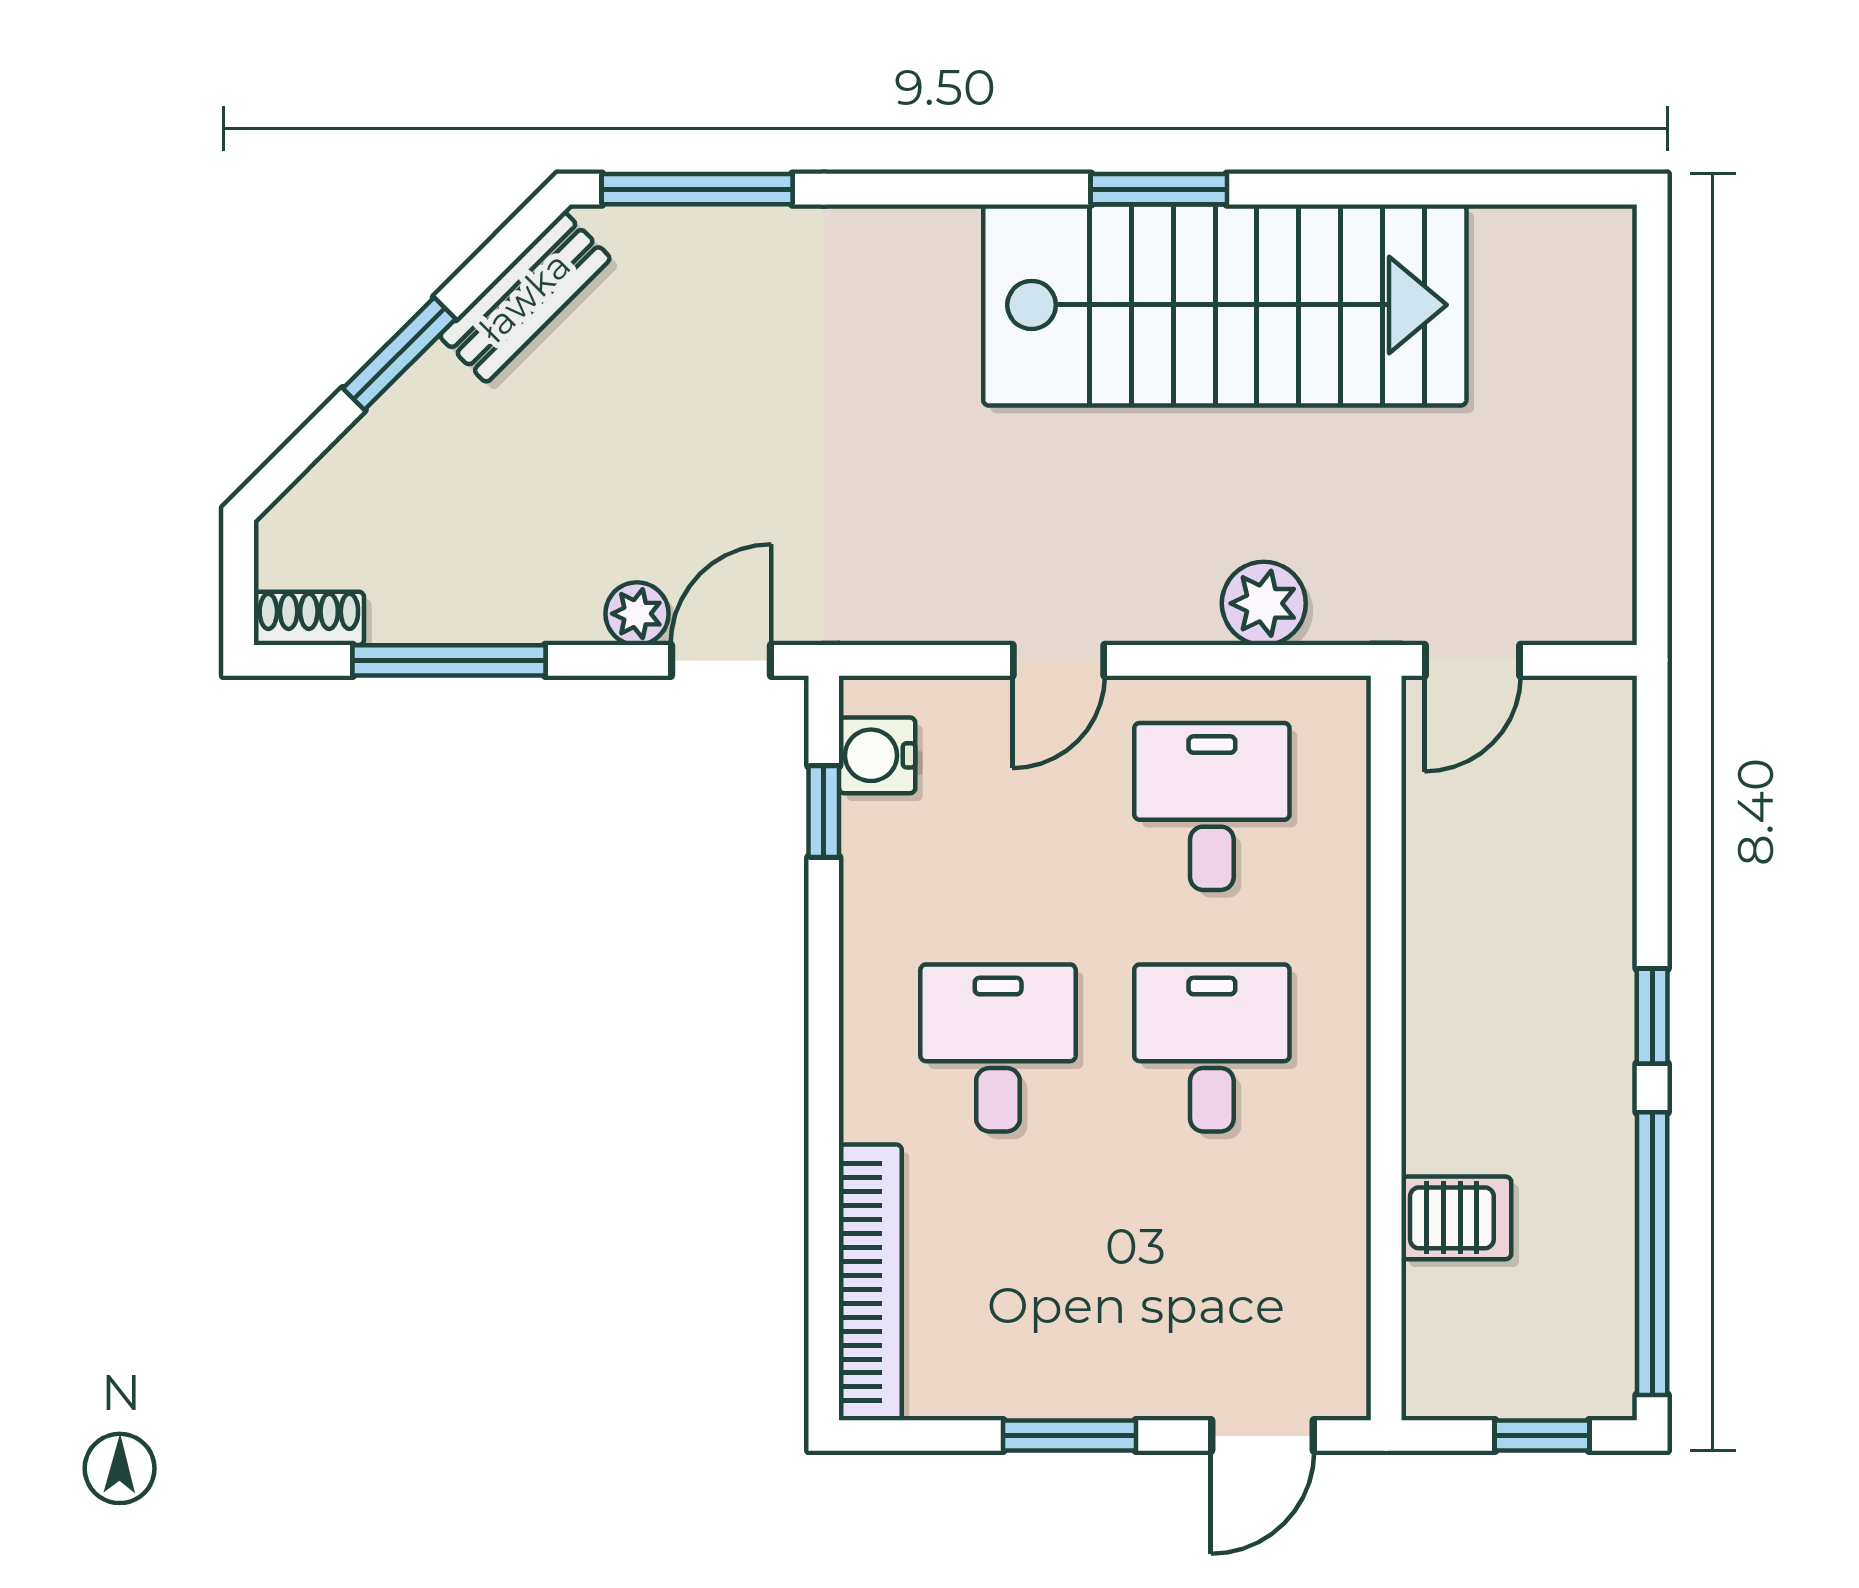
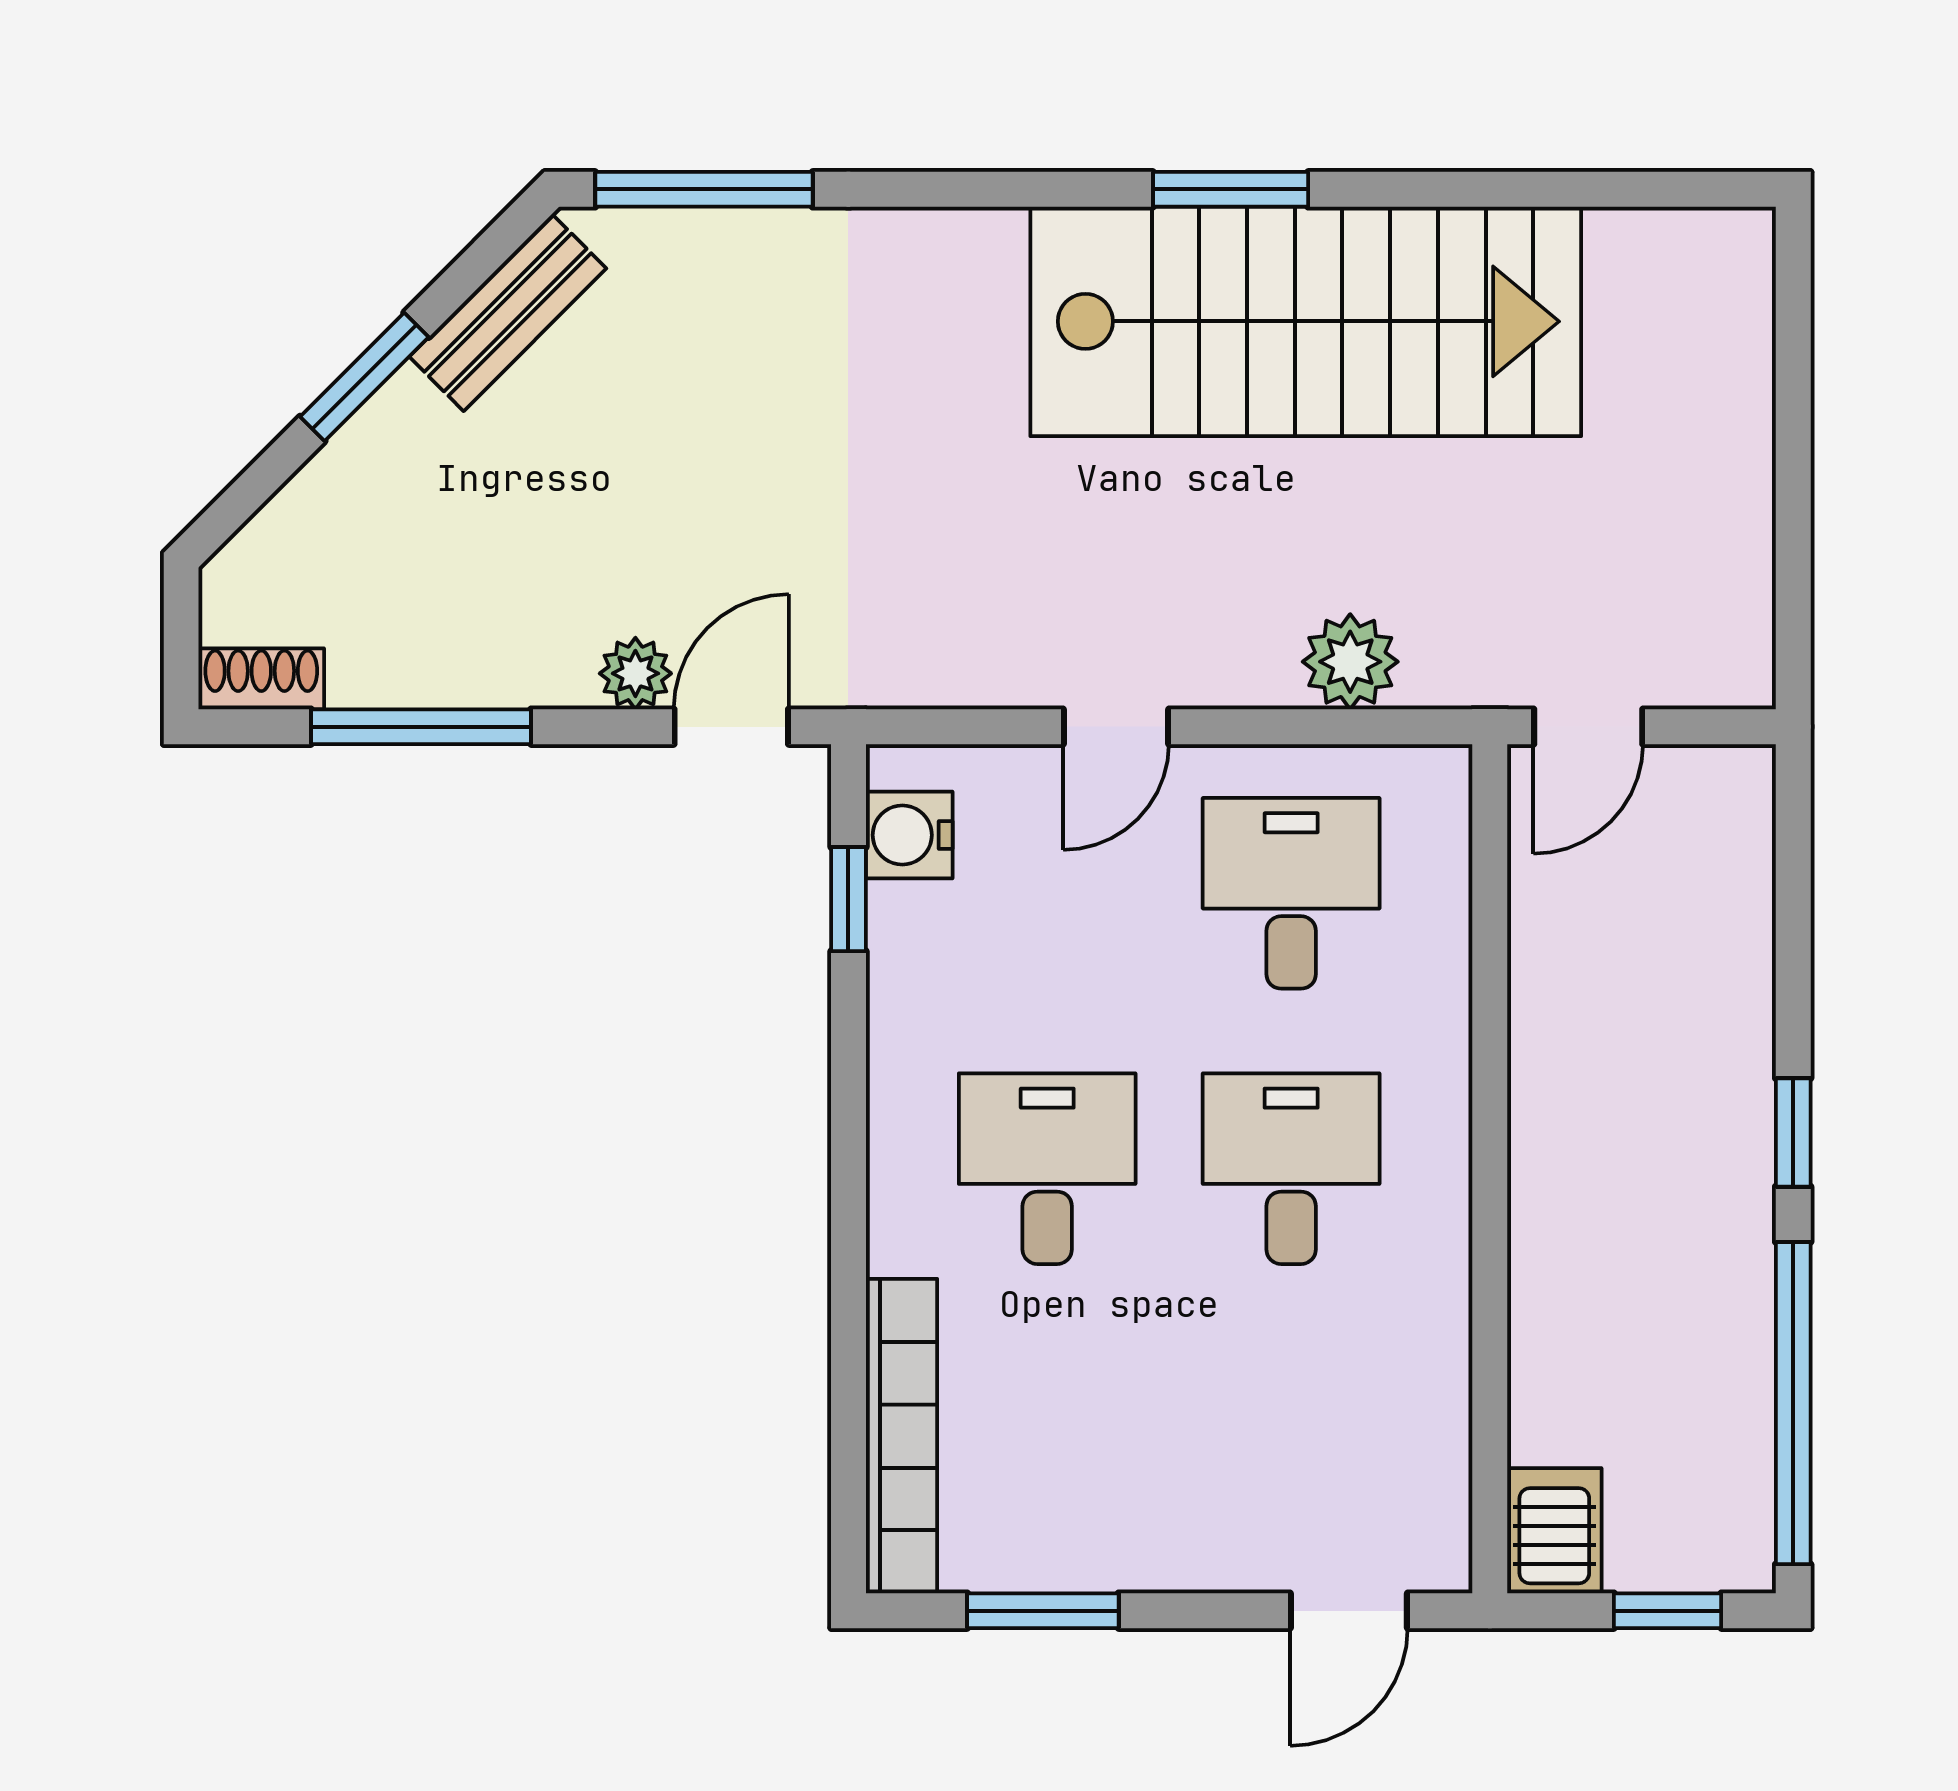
server rack: (1456, 1218) -> (1554, 1531), moved, turned -90
window: (1069, 1436) -> (1043, 1611), moved

